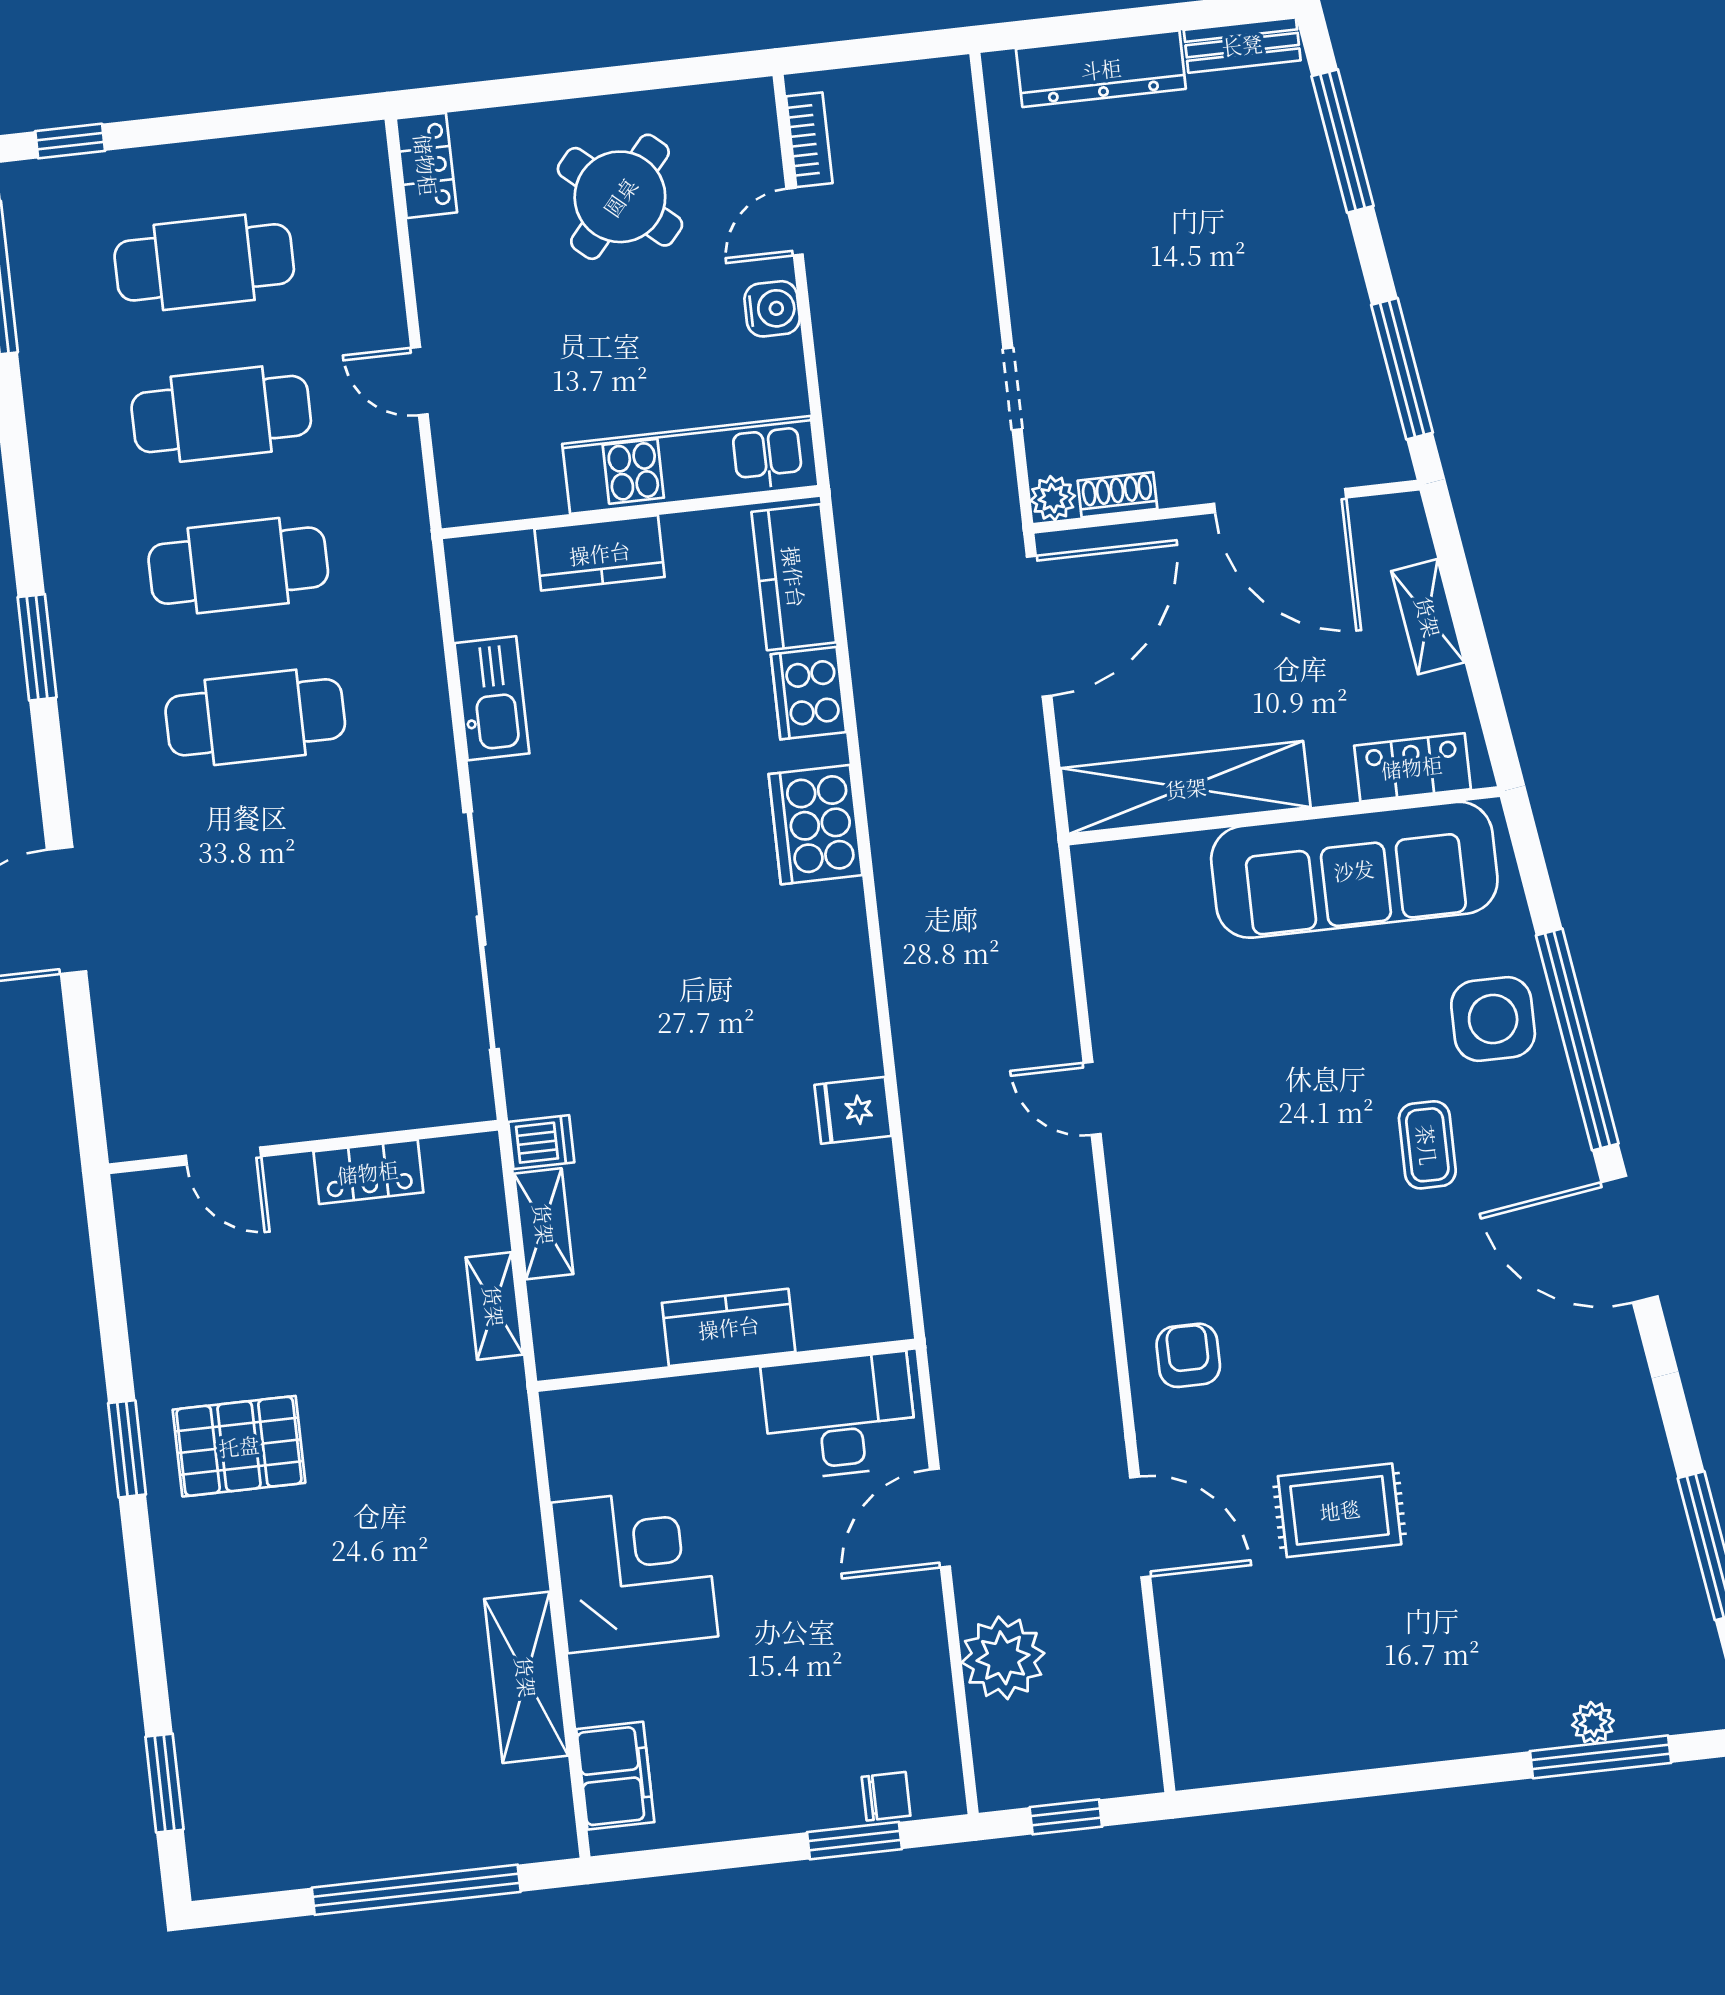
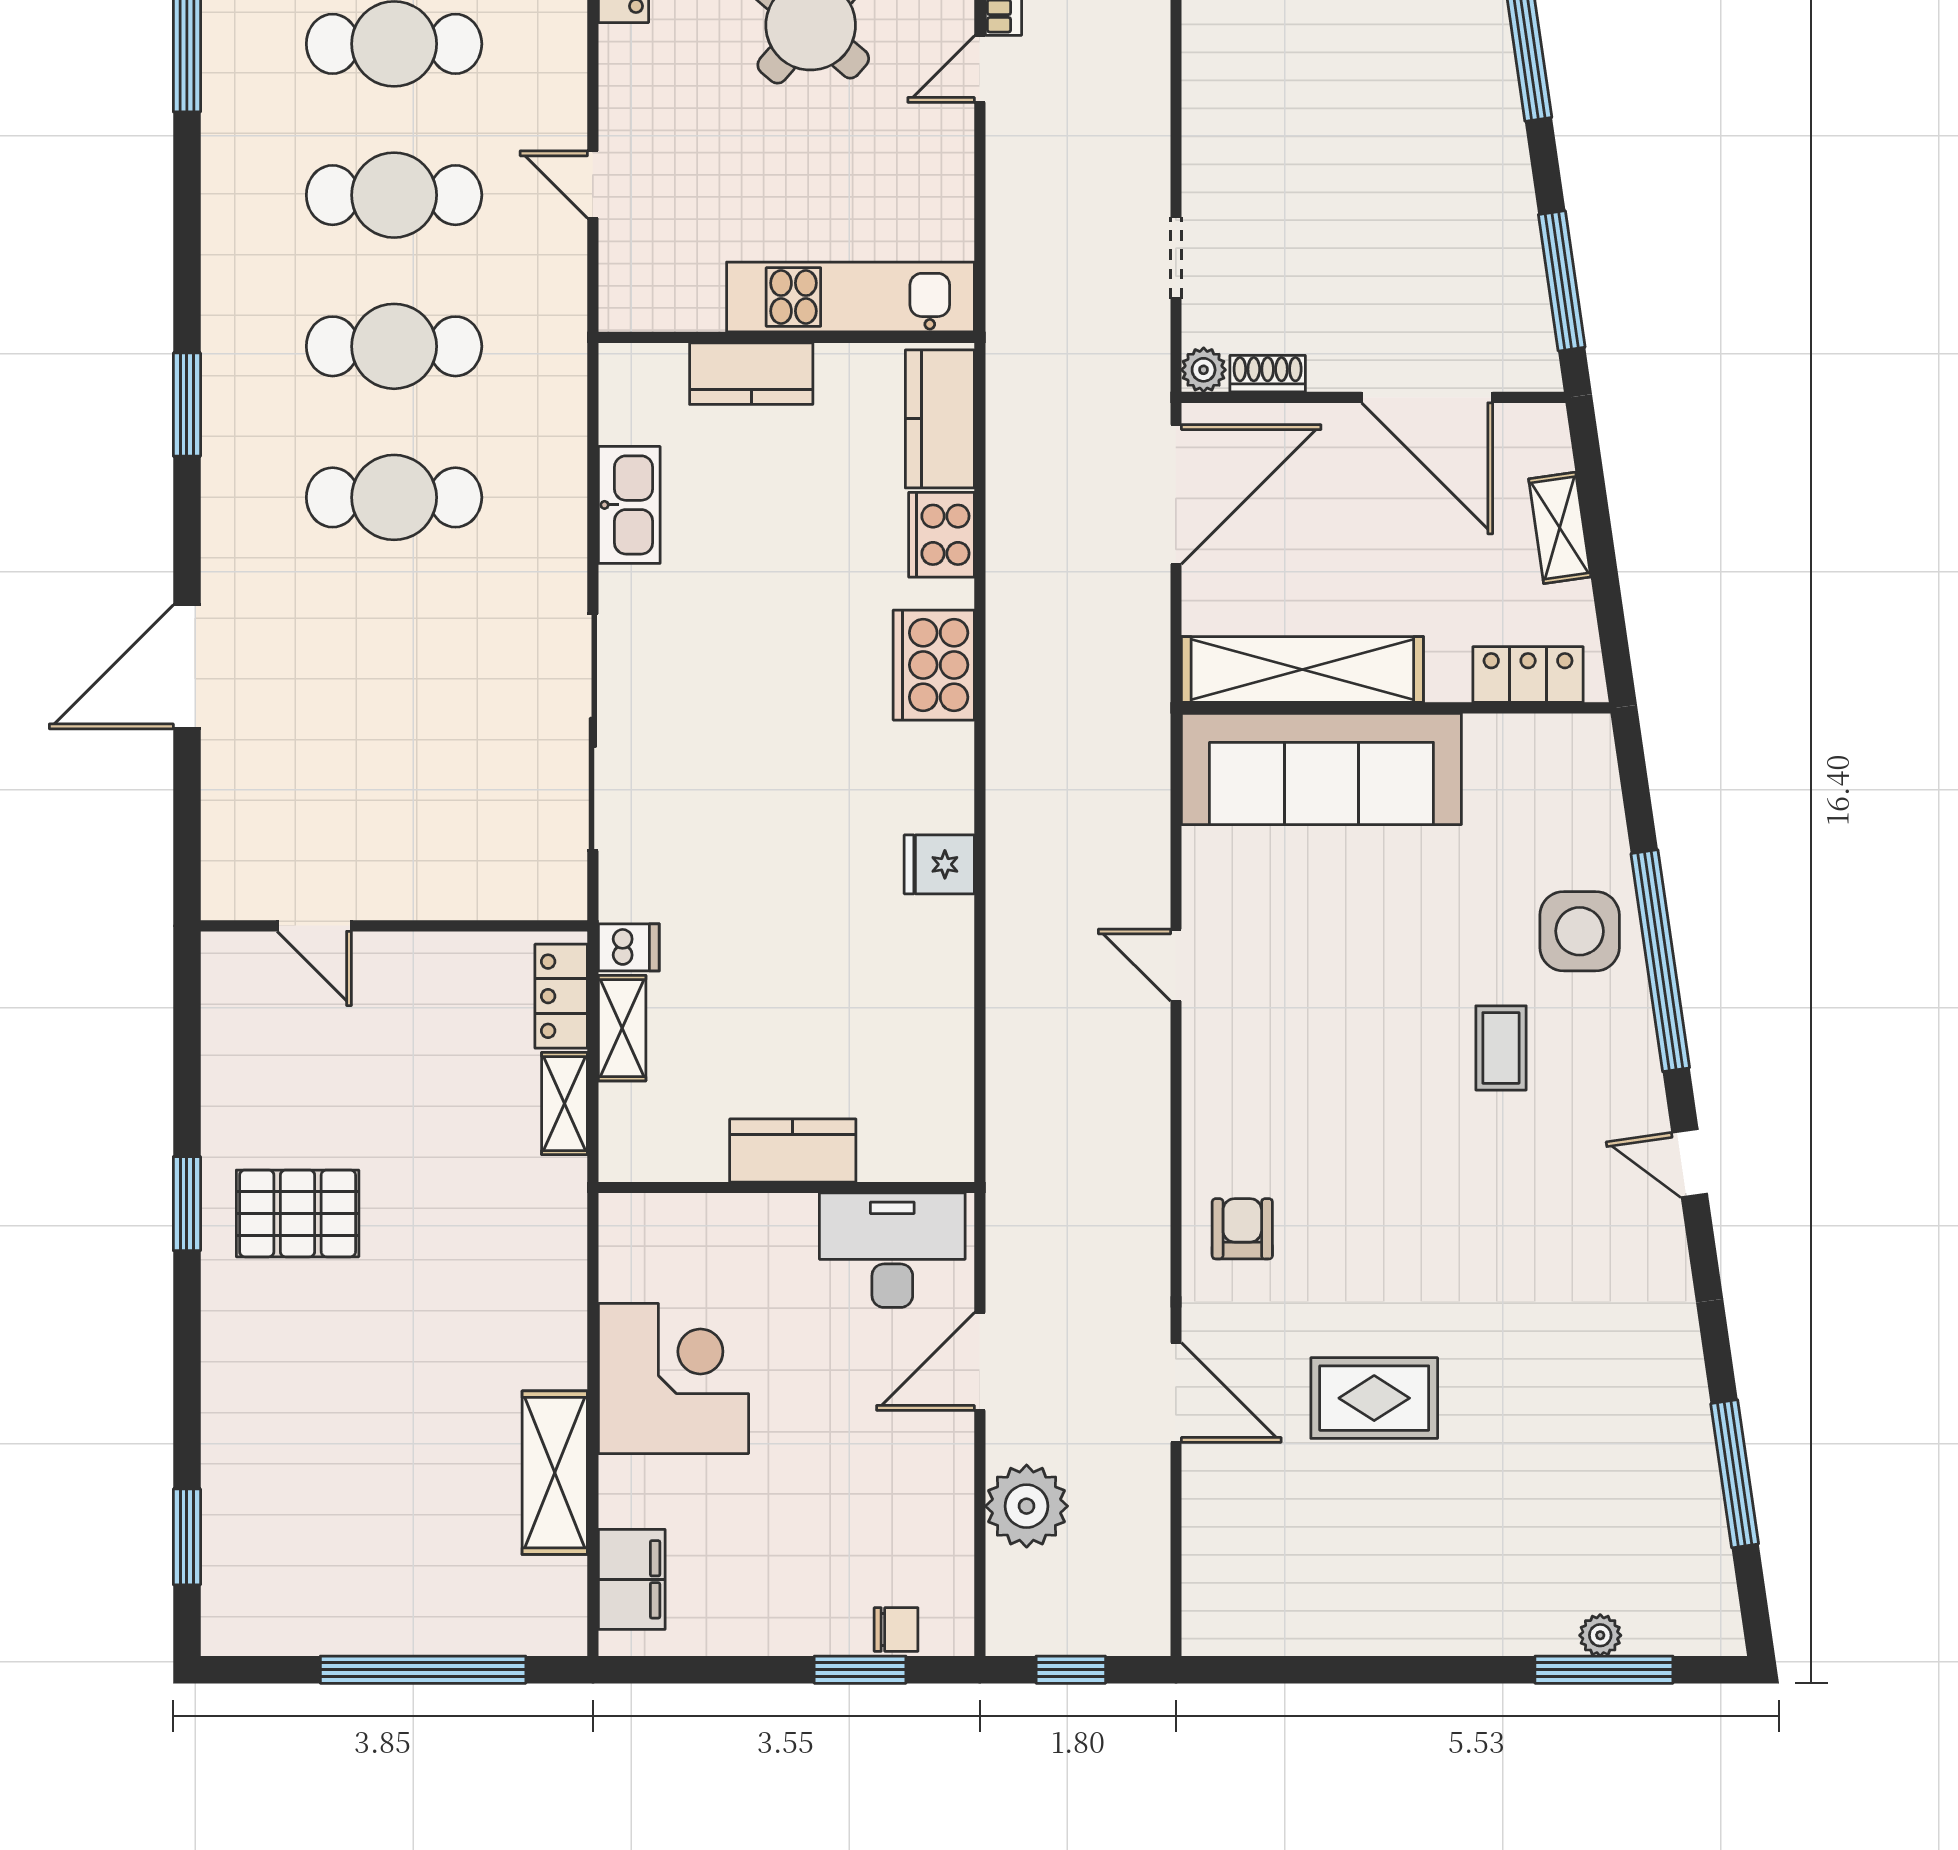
water cooler: (772, 309) -> (948, 152), removed
sofa: (1354, 870) -> (1321, 769), moved
fridge: (853, 1110) -> (939, 864), moved
locker: (368, 1172) -> (561, 996), moved, turned 90
door: (1629, 1239) -> (1690, 1163), width x0.53

